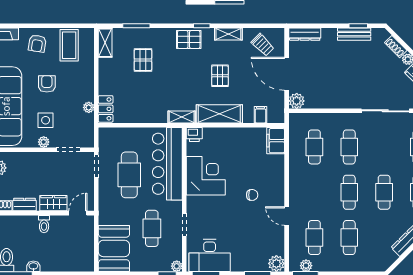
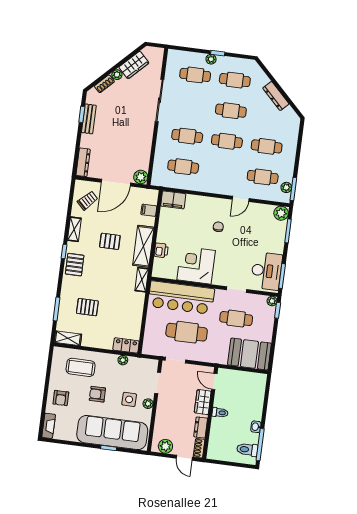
armchair: (37, 43) -> (61, 398), turned 81
coffee table: (69, 45) -> (81, 367), moved
printer: (194, 135) -> (161, 250), moved

